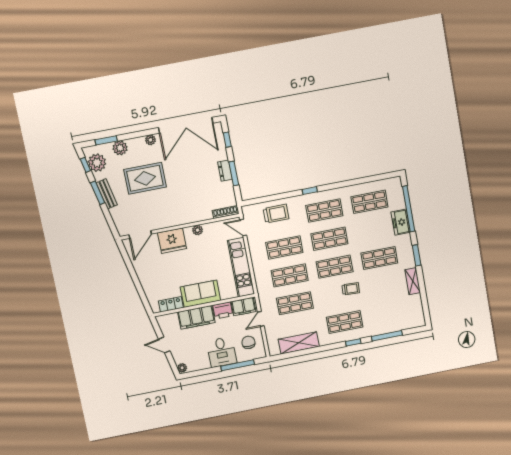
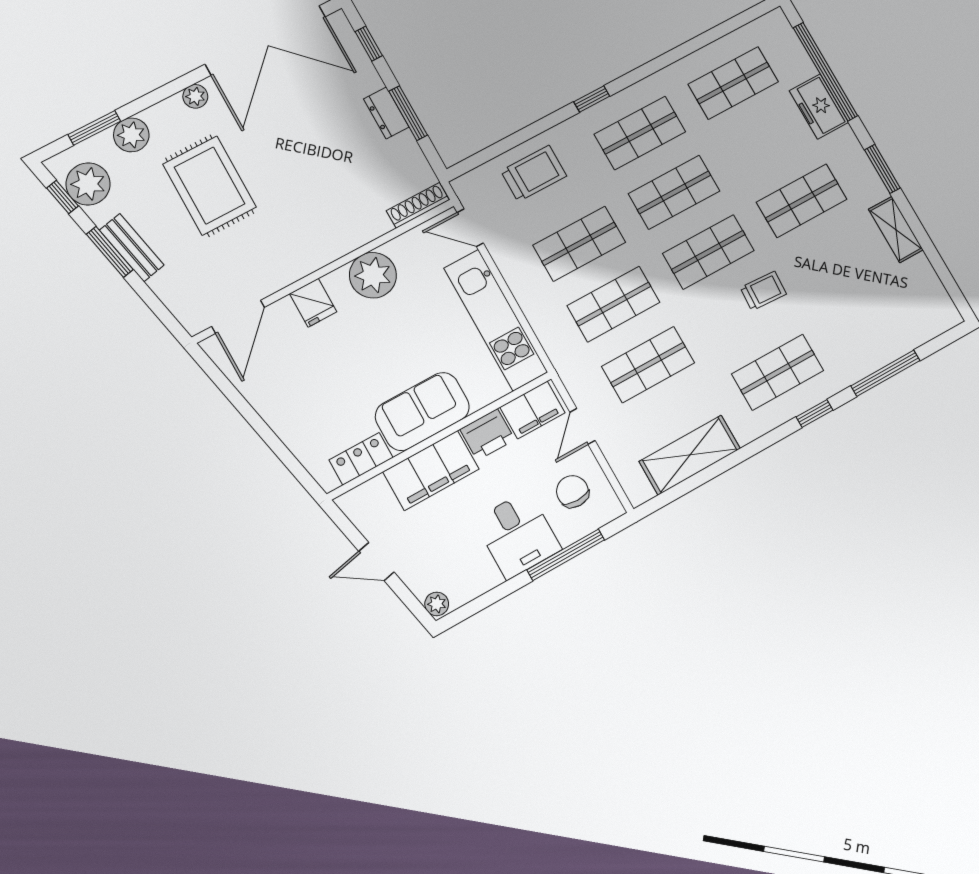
rug: (145, 178) -> (210, 186), turned 90
plant: (198, 230) -> (373, 275), width x1.88, depth x1.88
fridge: (172, 241) -> (313, 303), width x0.53, depth x0.75

